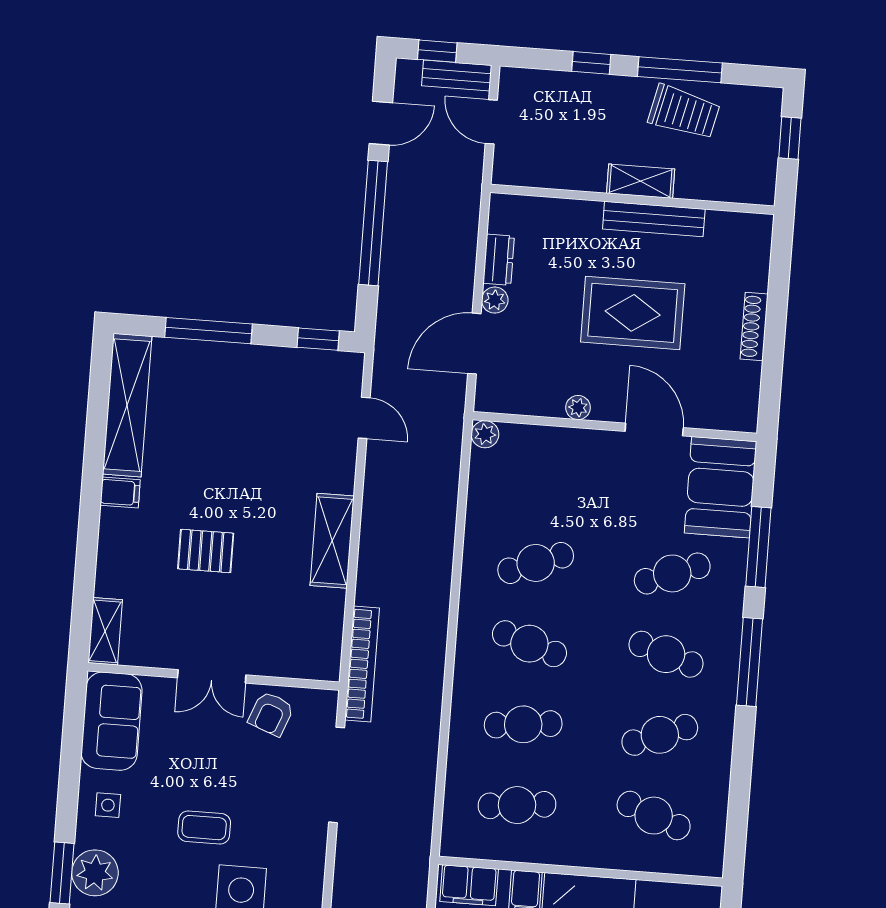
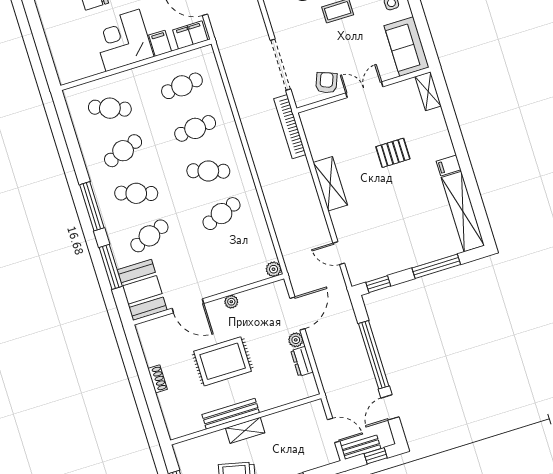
shoe rack: (754, 327) -> (158, 379), width x0.70

